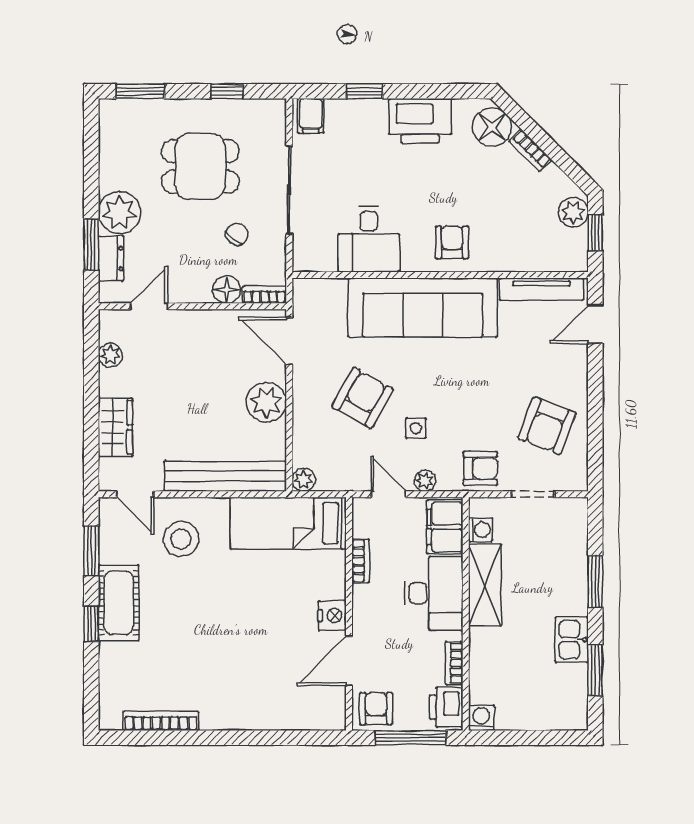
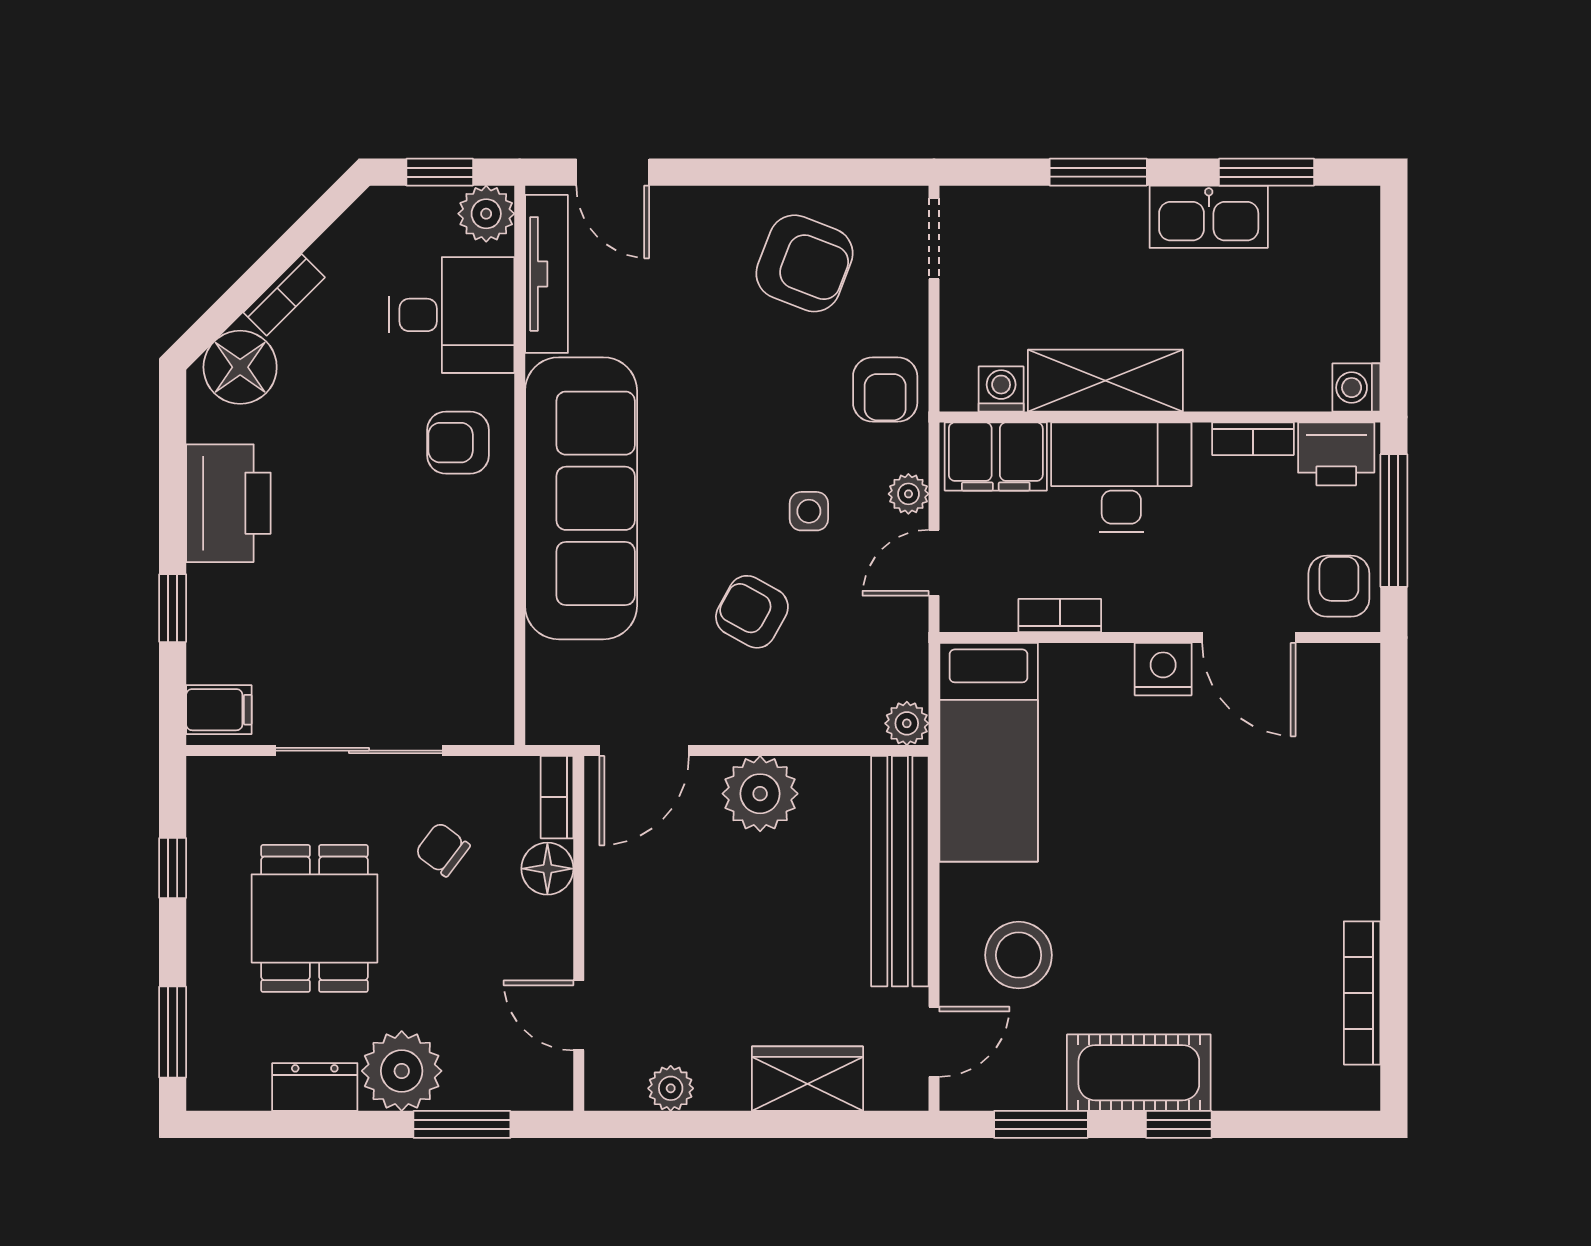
plant: (573, 212) -> (486, 214), moved
desk: (369, 239) -> (452, 315), moved
dresser: (111, 259) -> (315, 1087), moved
armchair: (363, 398) -> (752, 612), width x0.72, depth x0.72
armchair: (480, 468) -> (885, 389), turned 180
doorway: (533, 494) -> (934, 239), moved
kitchen sink: (572, 640) -> (1209, 217), width x1.38
armchair: (376, 709) -> (1339, 586), turned 90

